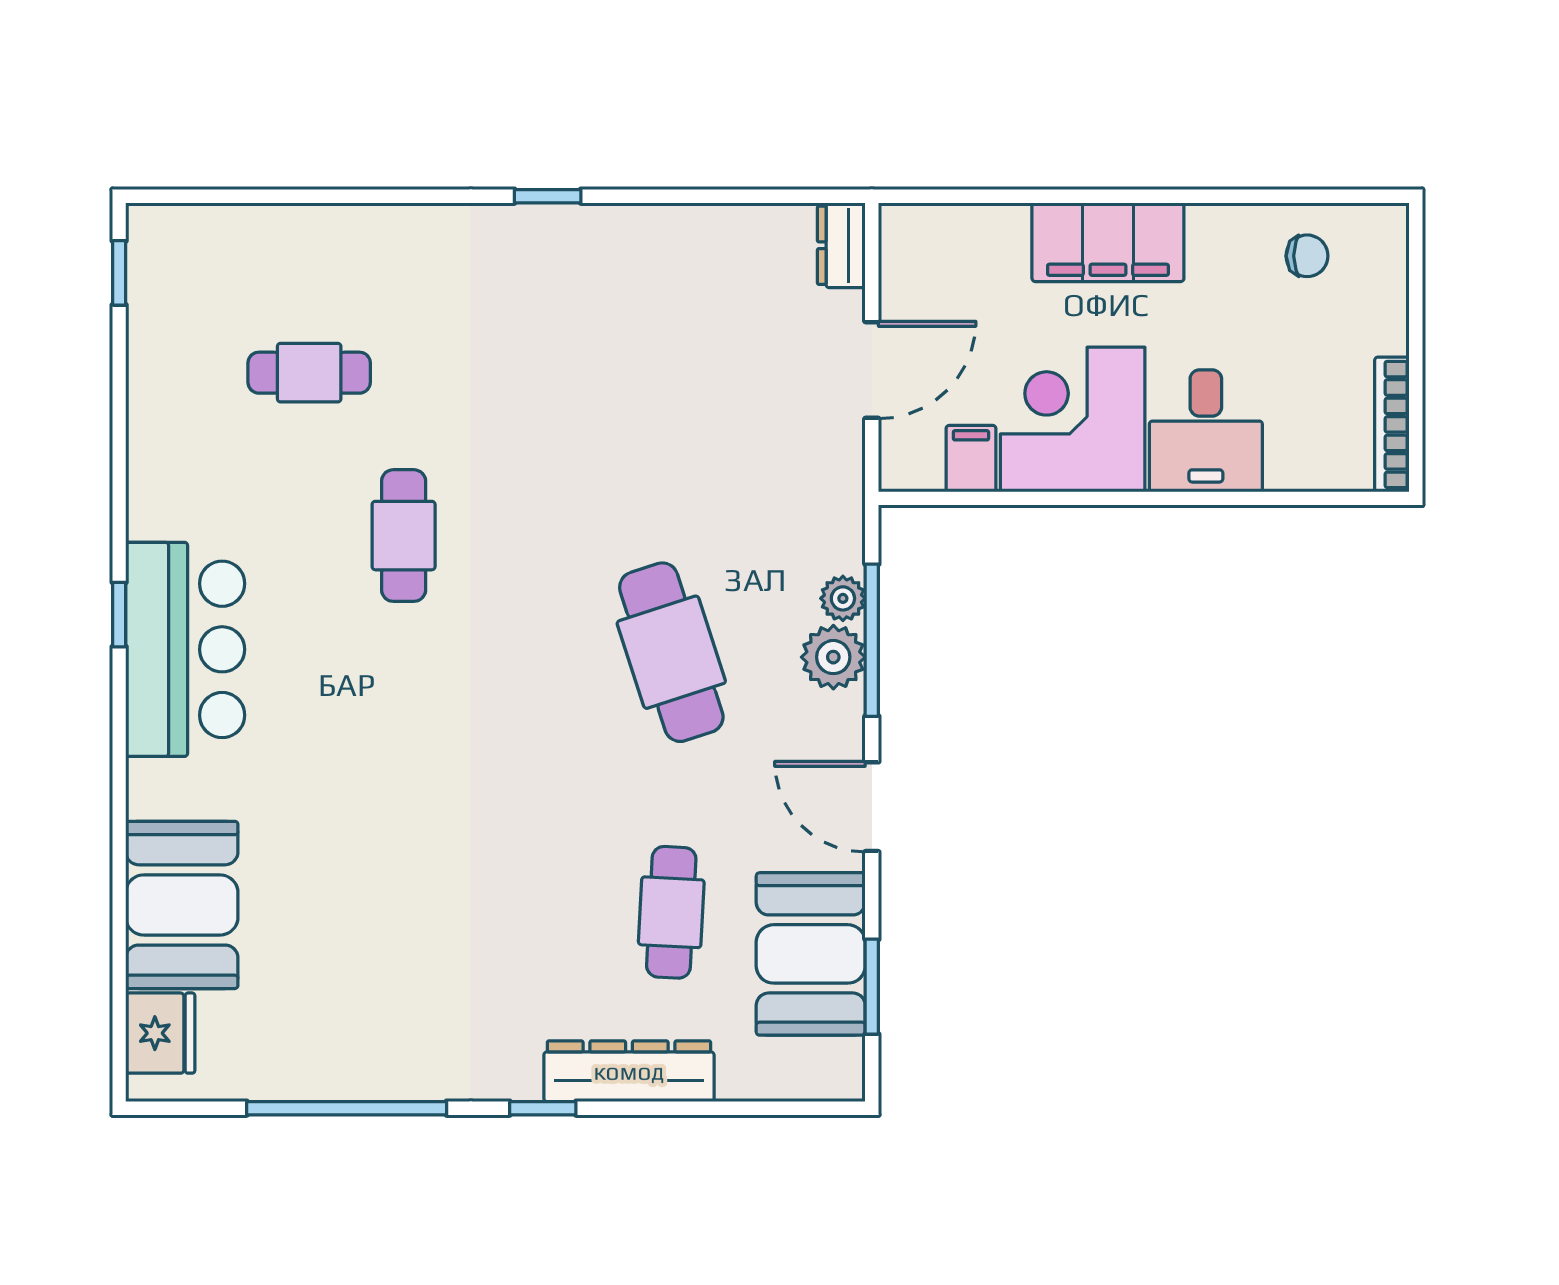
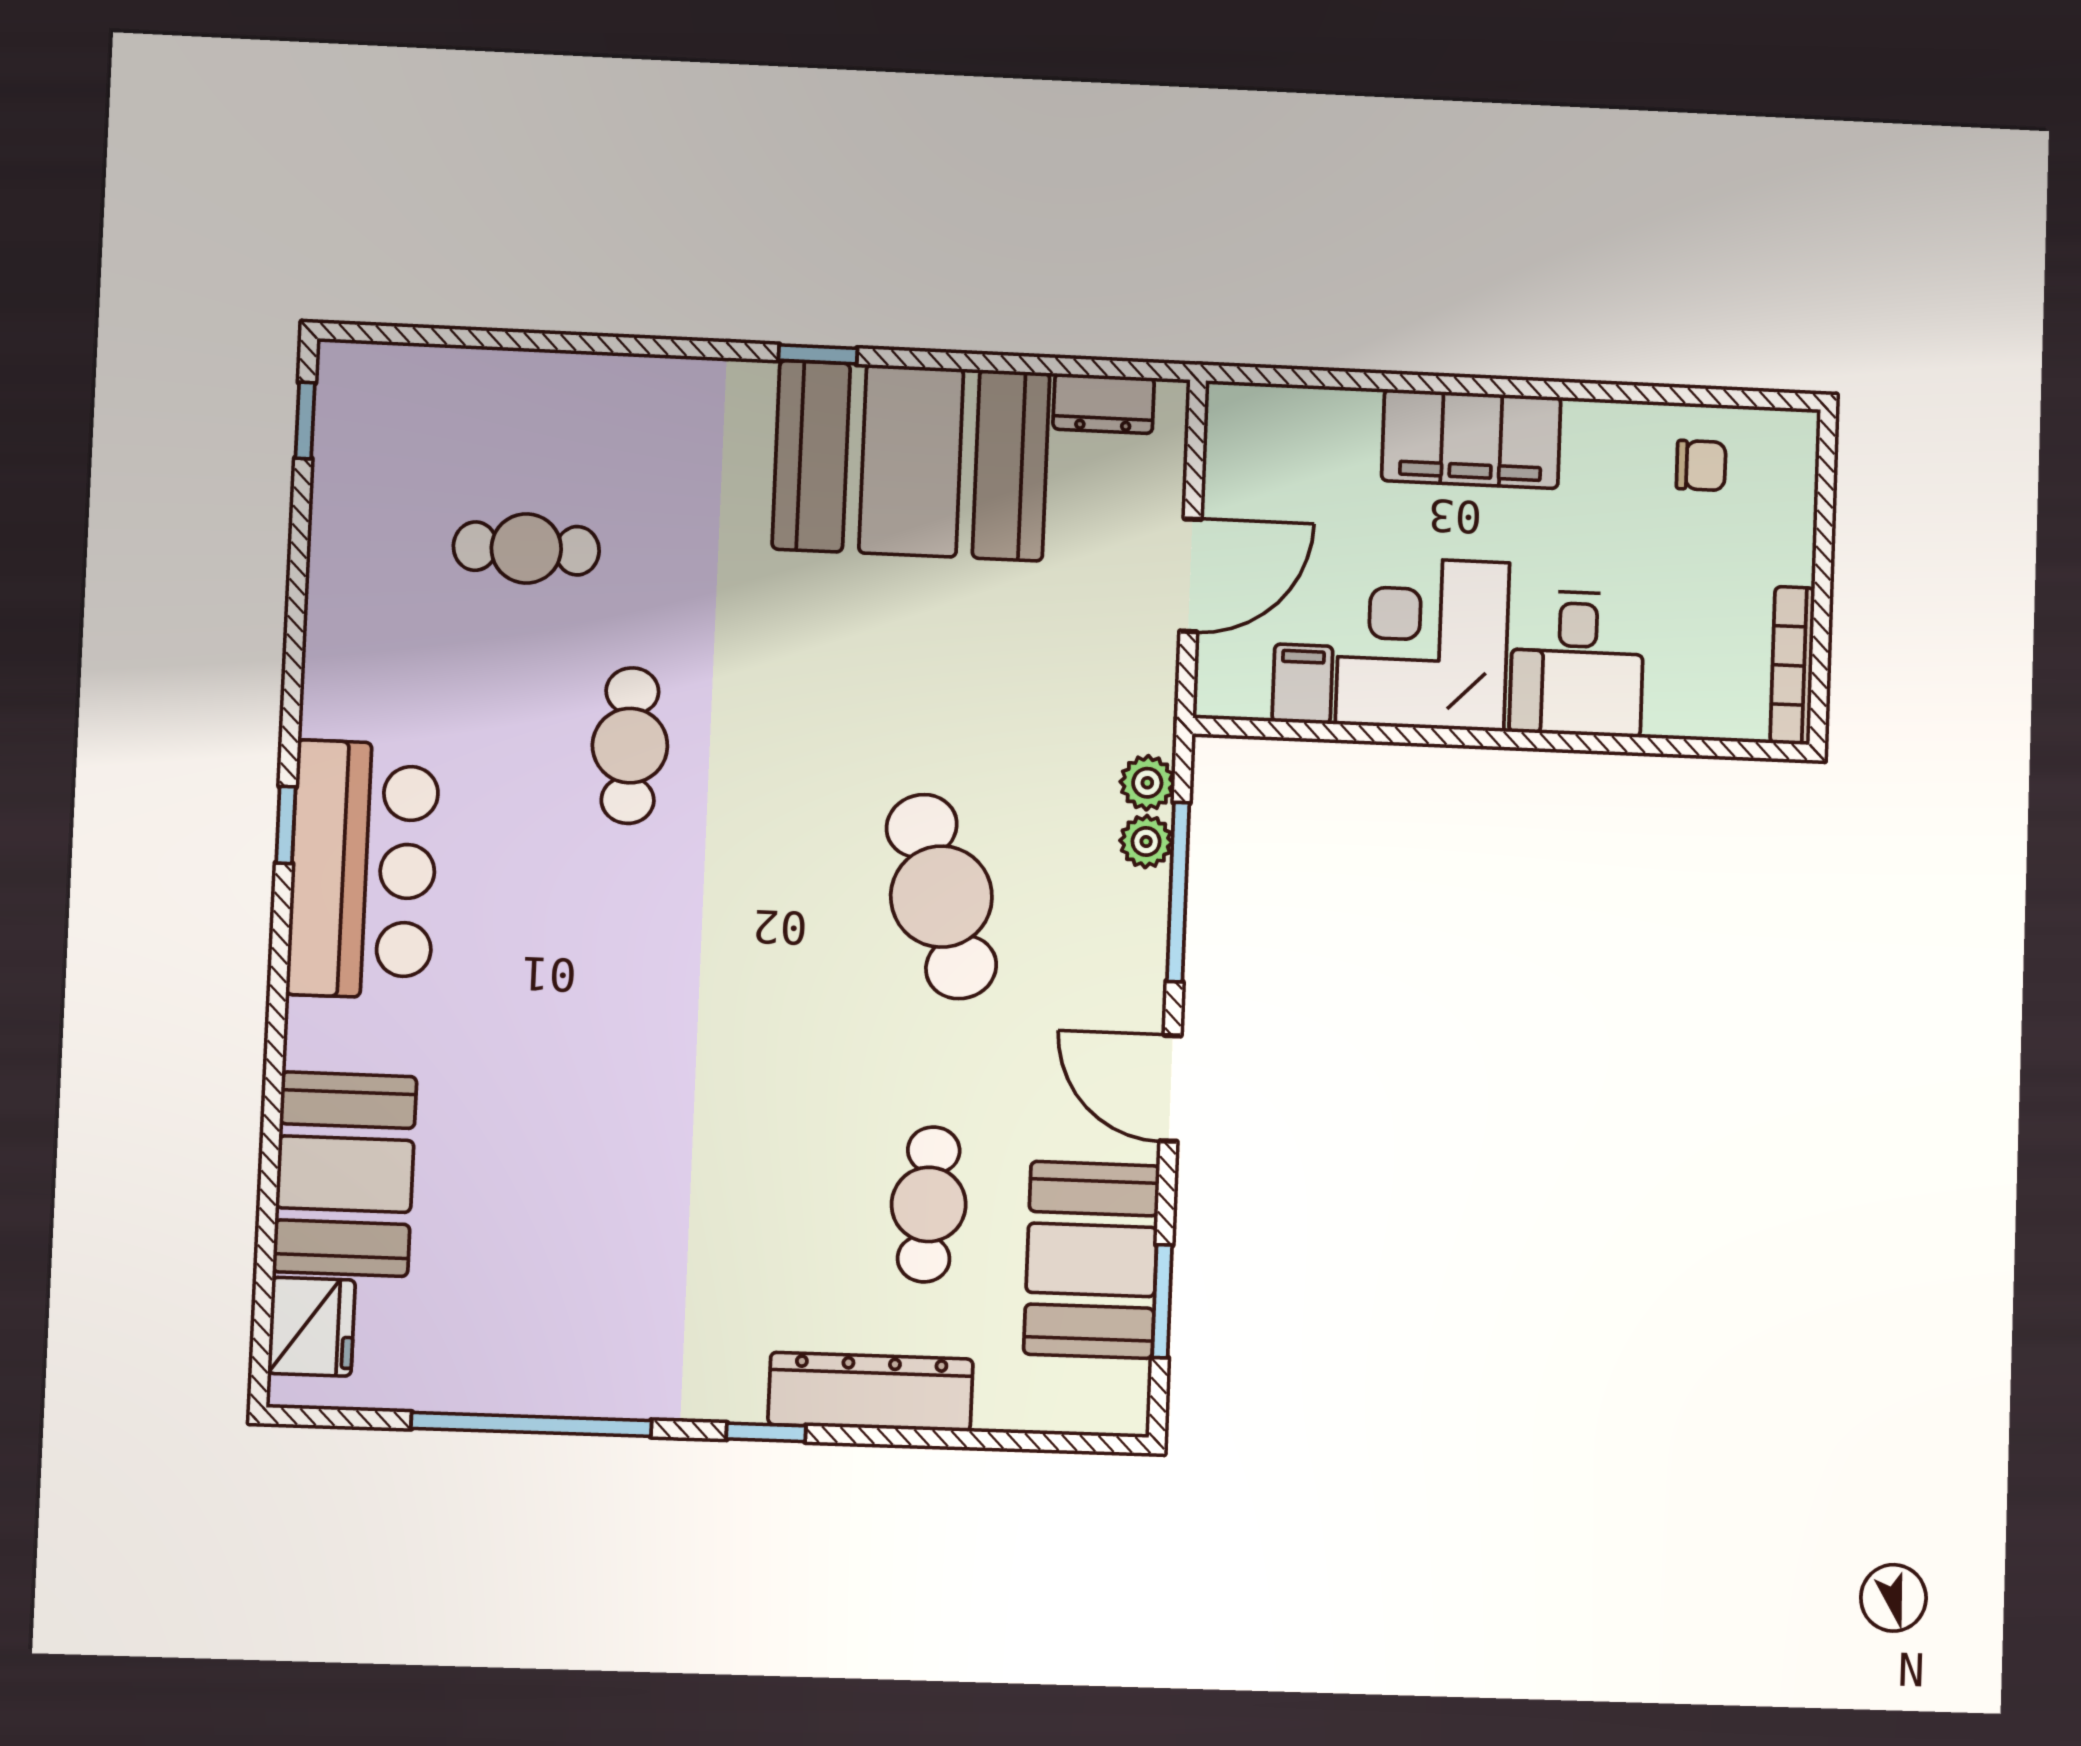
dresser: (841, 245) -> (1104, 404), moved, turned -90
booth: (630, 283) -> (911, 461), added
plant: (833, 657) -> (1147, 783), moved, width x0.73, depth x0.73

